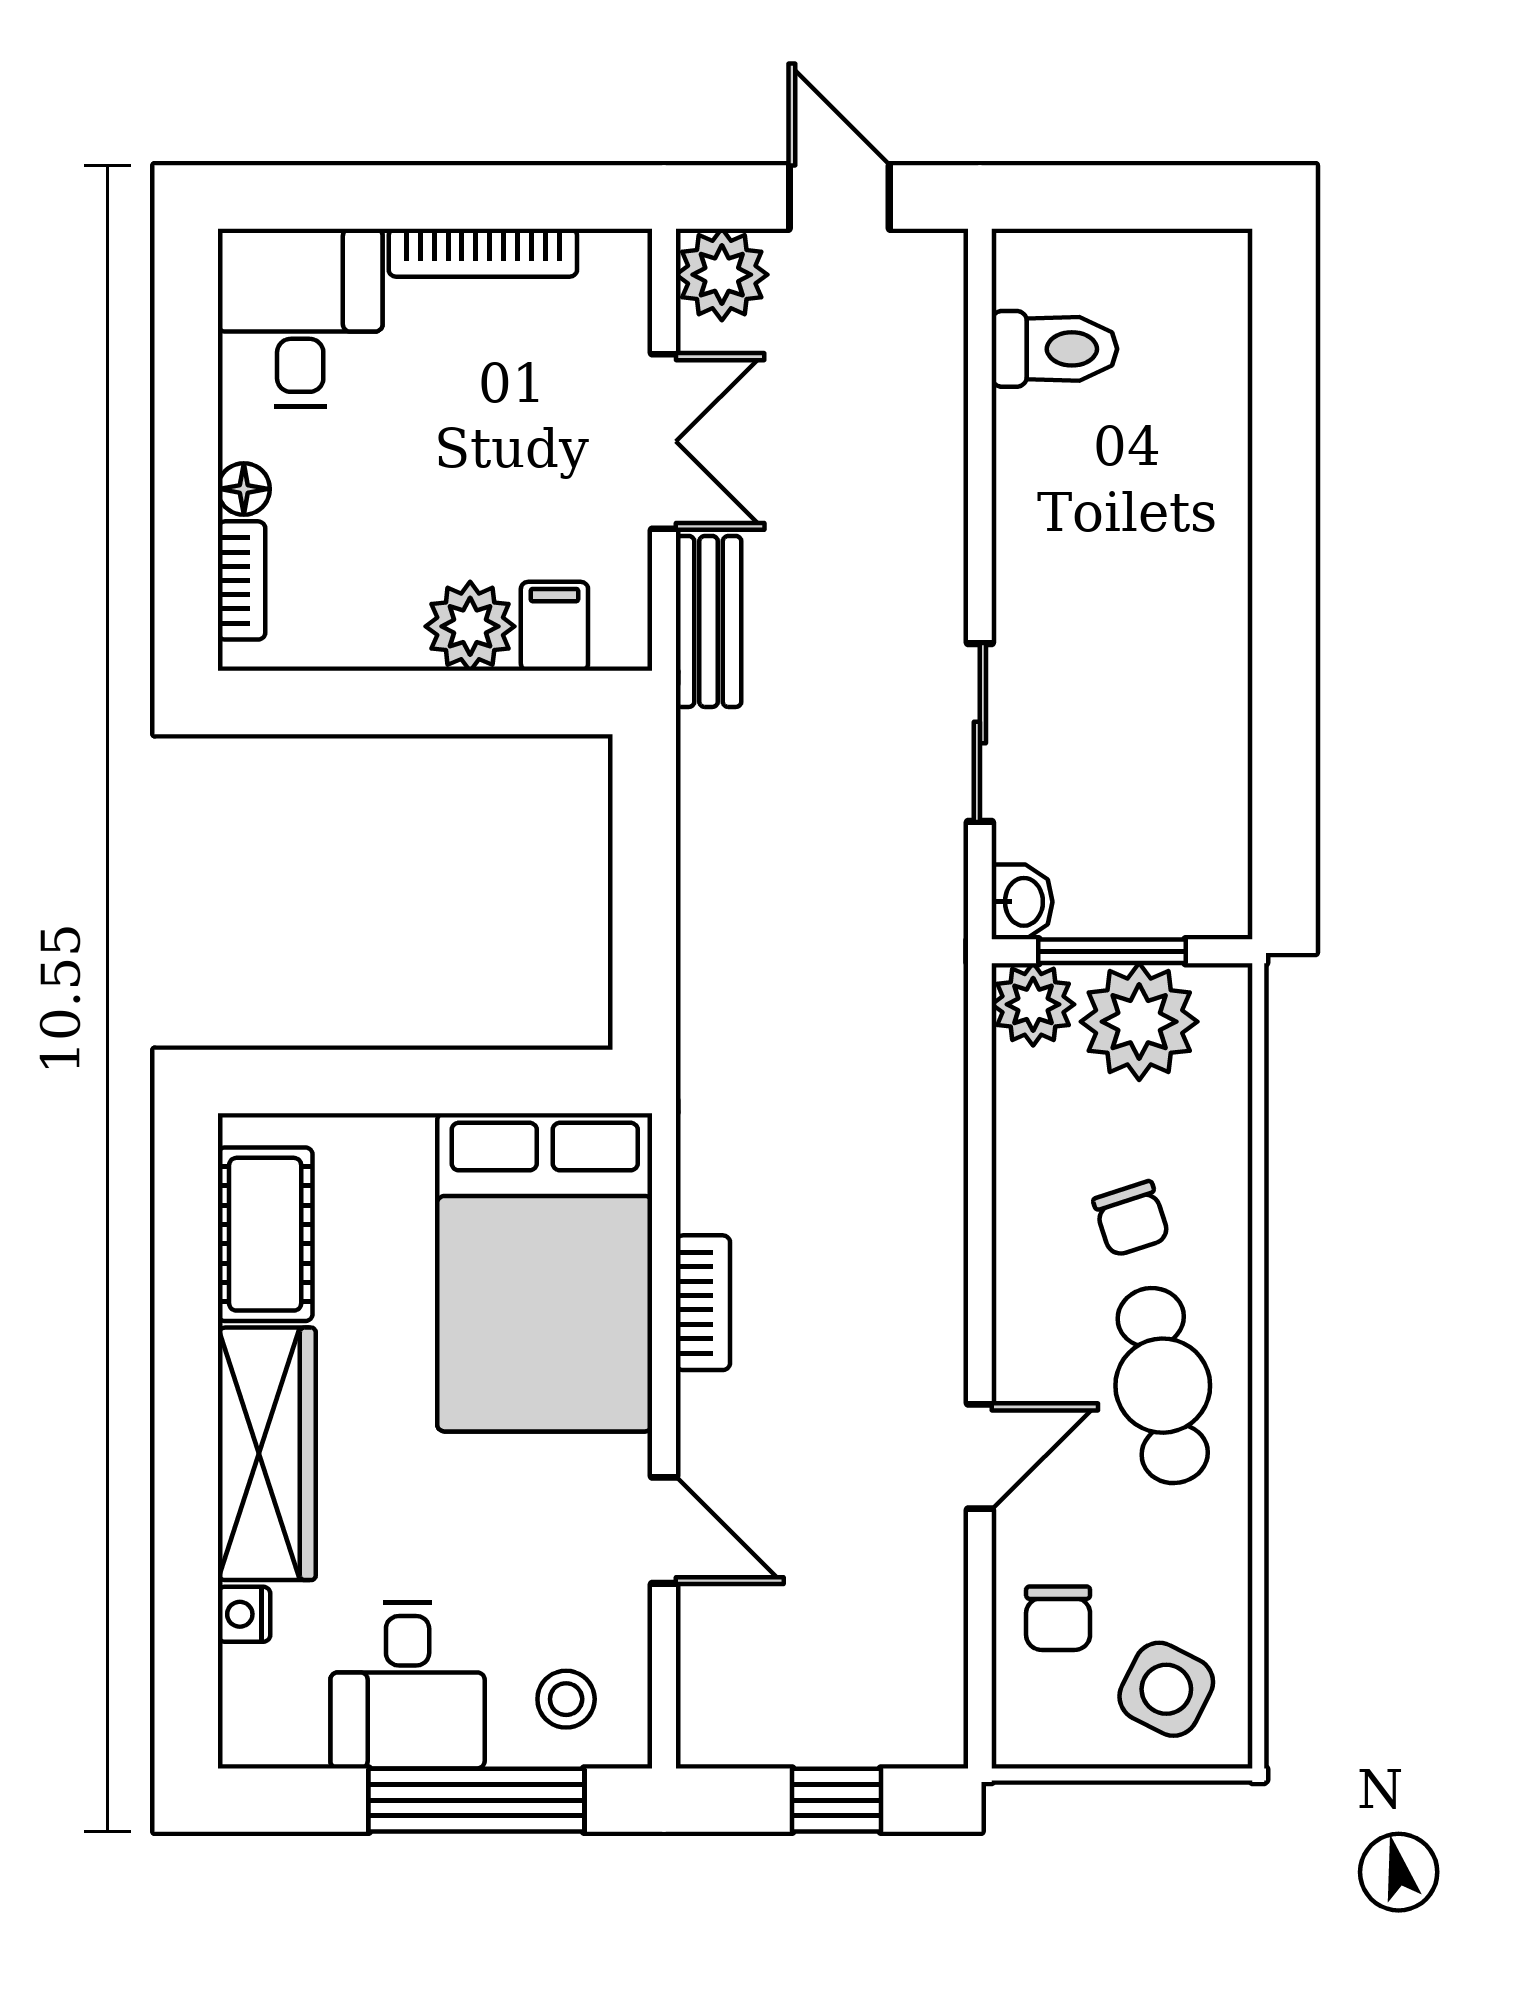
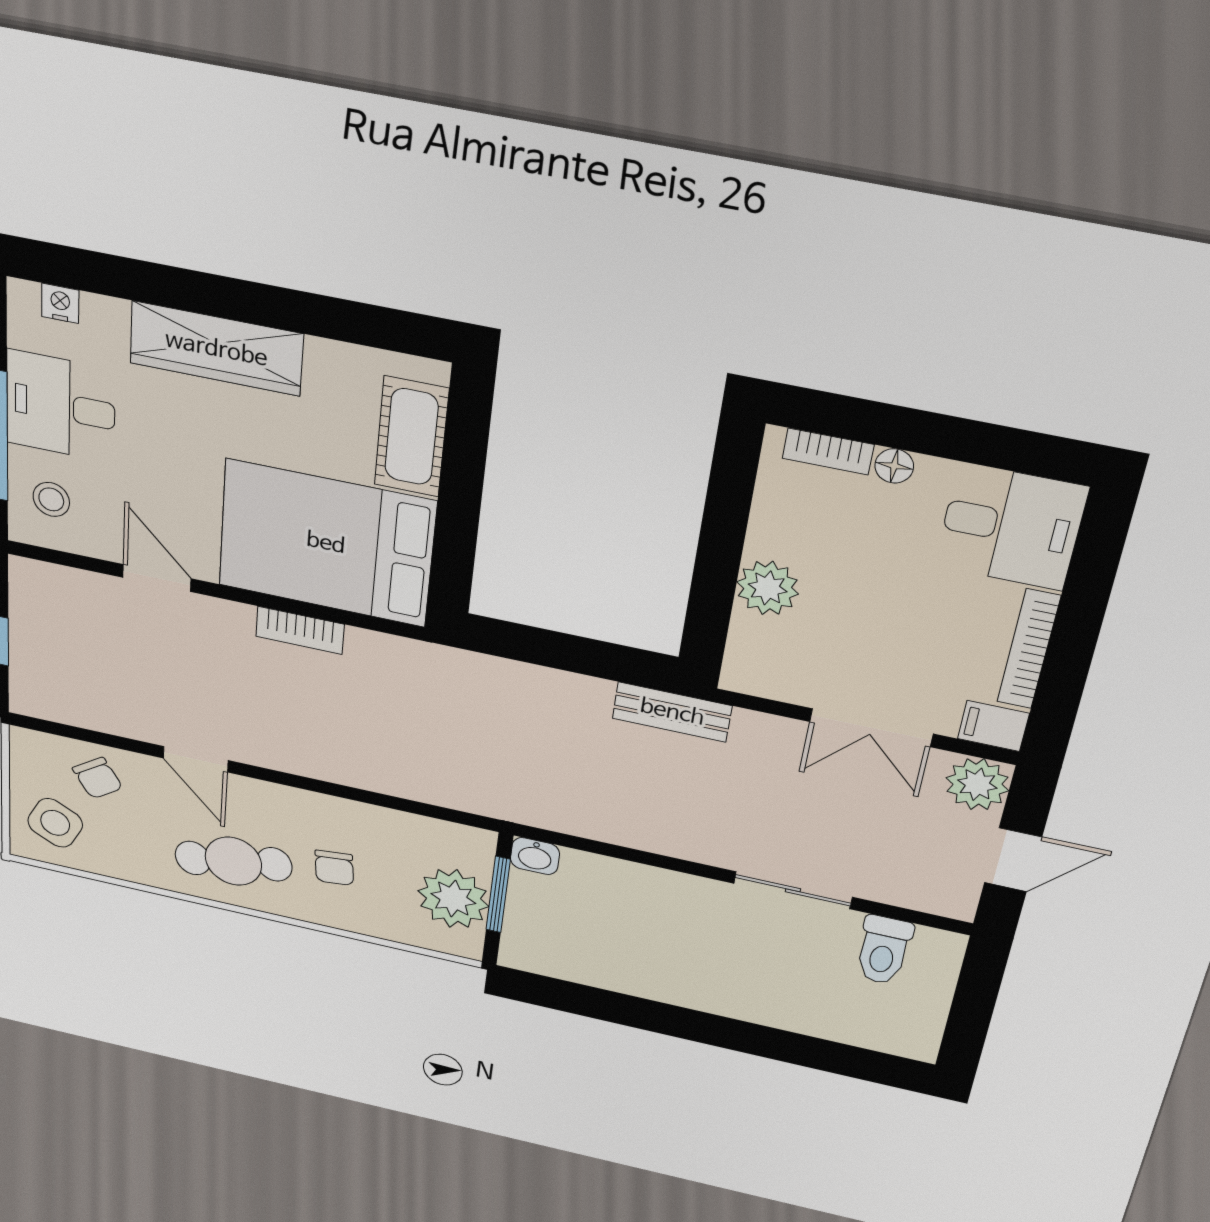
bench: (709, 621) -> (672, 712), moved
filing cabinet: (554, 626) -> (993, 726), moved, turned 180
sliding door: (980, 732) -> (793, 890), moved
plant: (1033, 1004) -> (470, 848), removed
chair: (1131, 1219) -> (334, 868), turned -78
cot: (265, 1234) -> (411, 437), moved, turned 90
door: (664, 1530) -> (157, 578), swing flipped
nightstand: (244, 1614) -> (60, 303), moved
chair: (1058, 1618) -> (98, 778), turned -124

